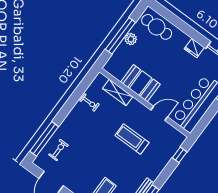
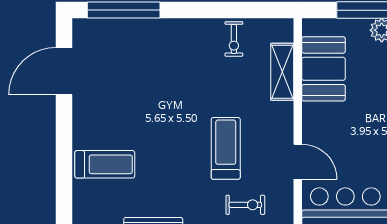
booth: (140, 83) -> (324, 69), moved
exercise bike: (59, 150) -> (245, 205), moved

